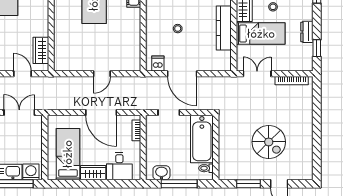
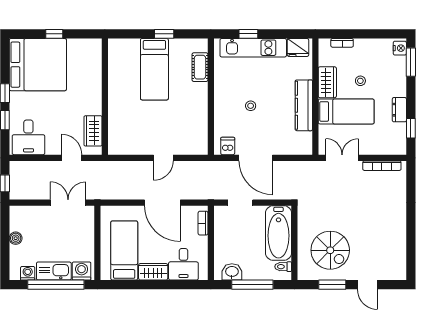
spiral stairs: (269, 142) -> (330, 250), moved

